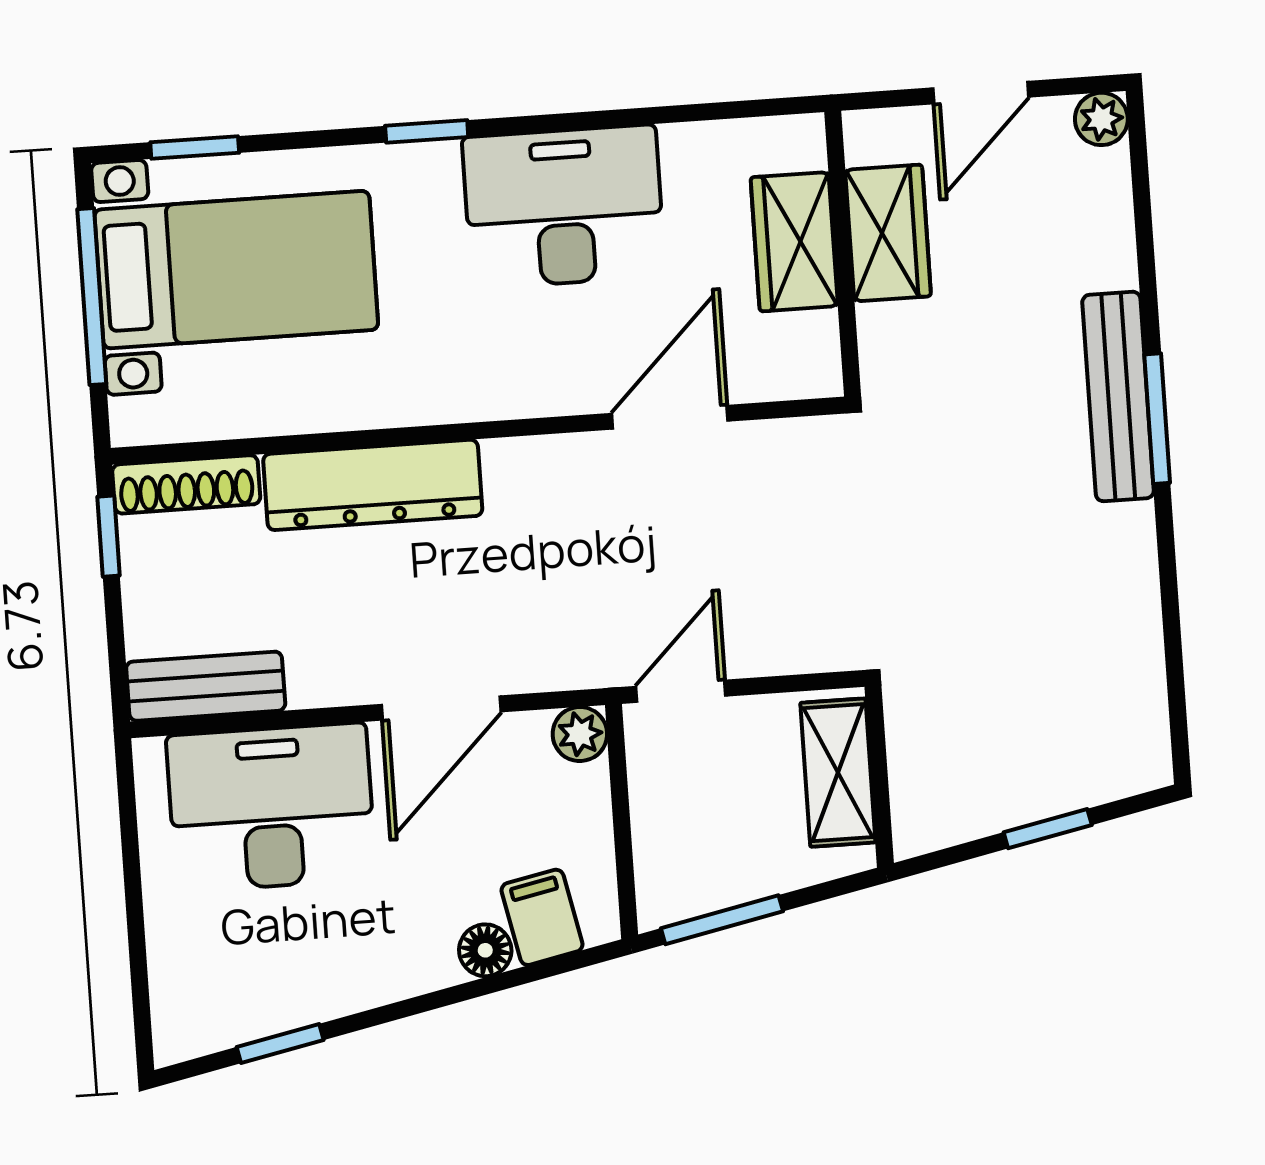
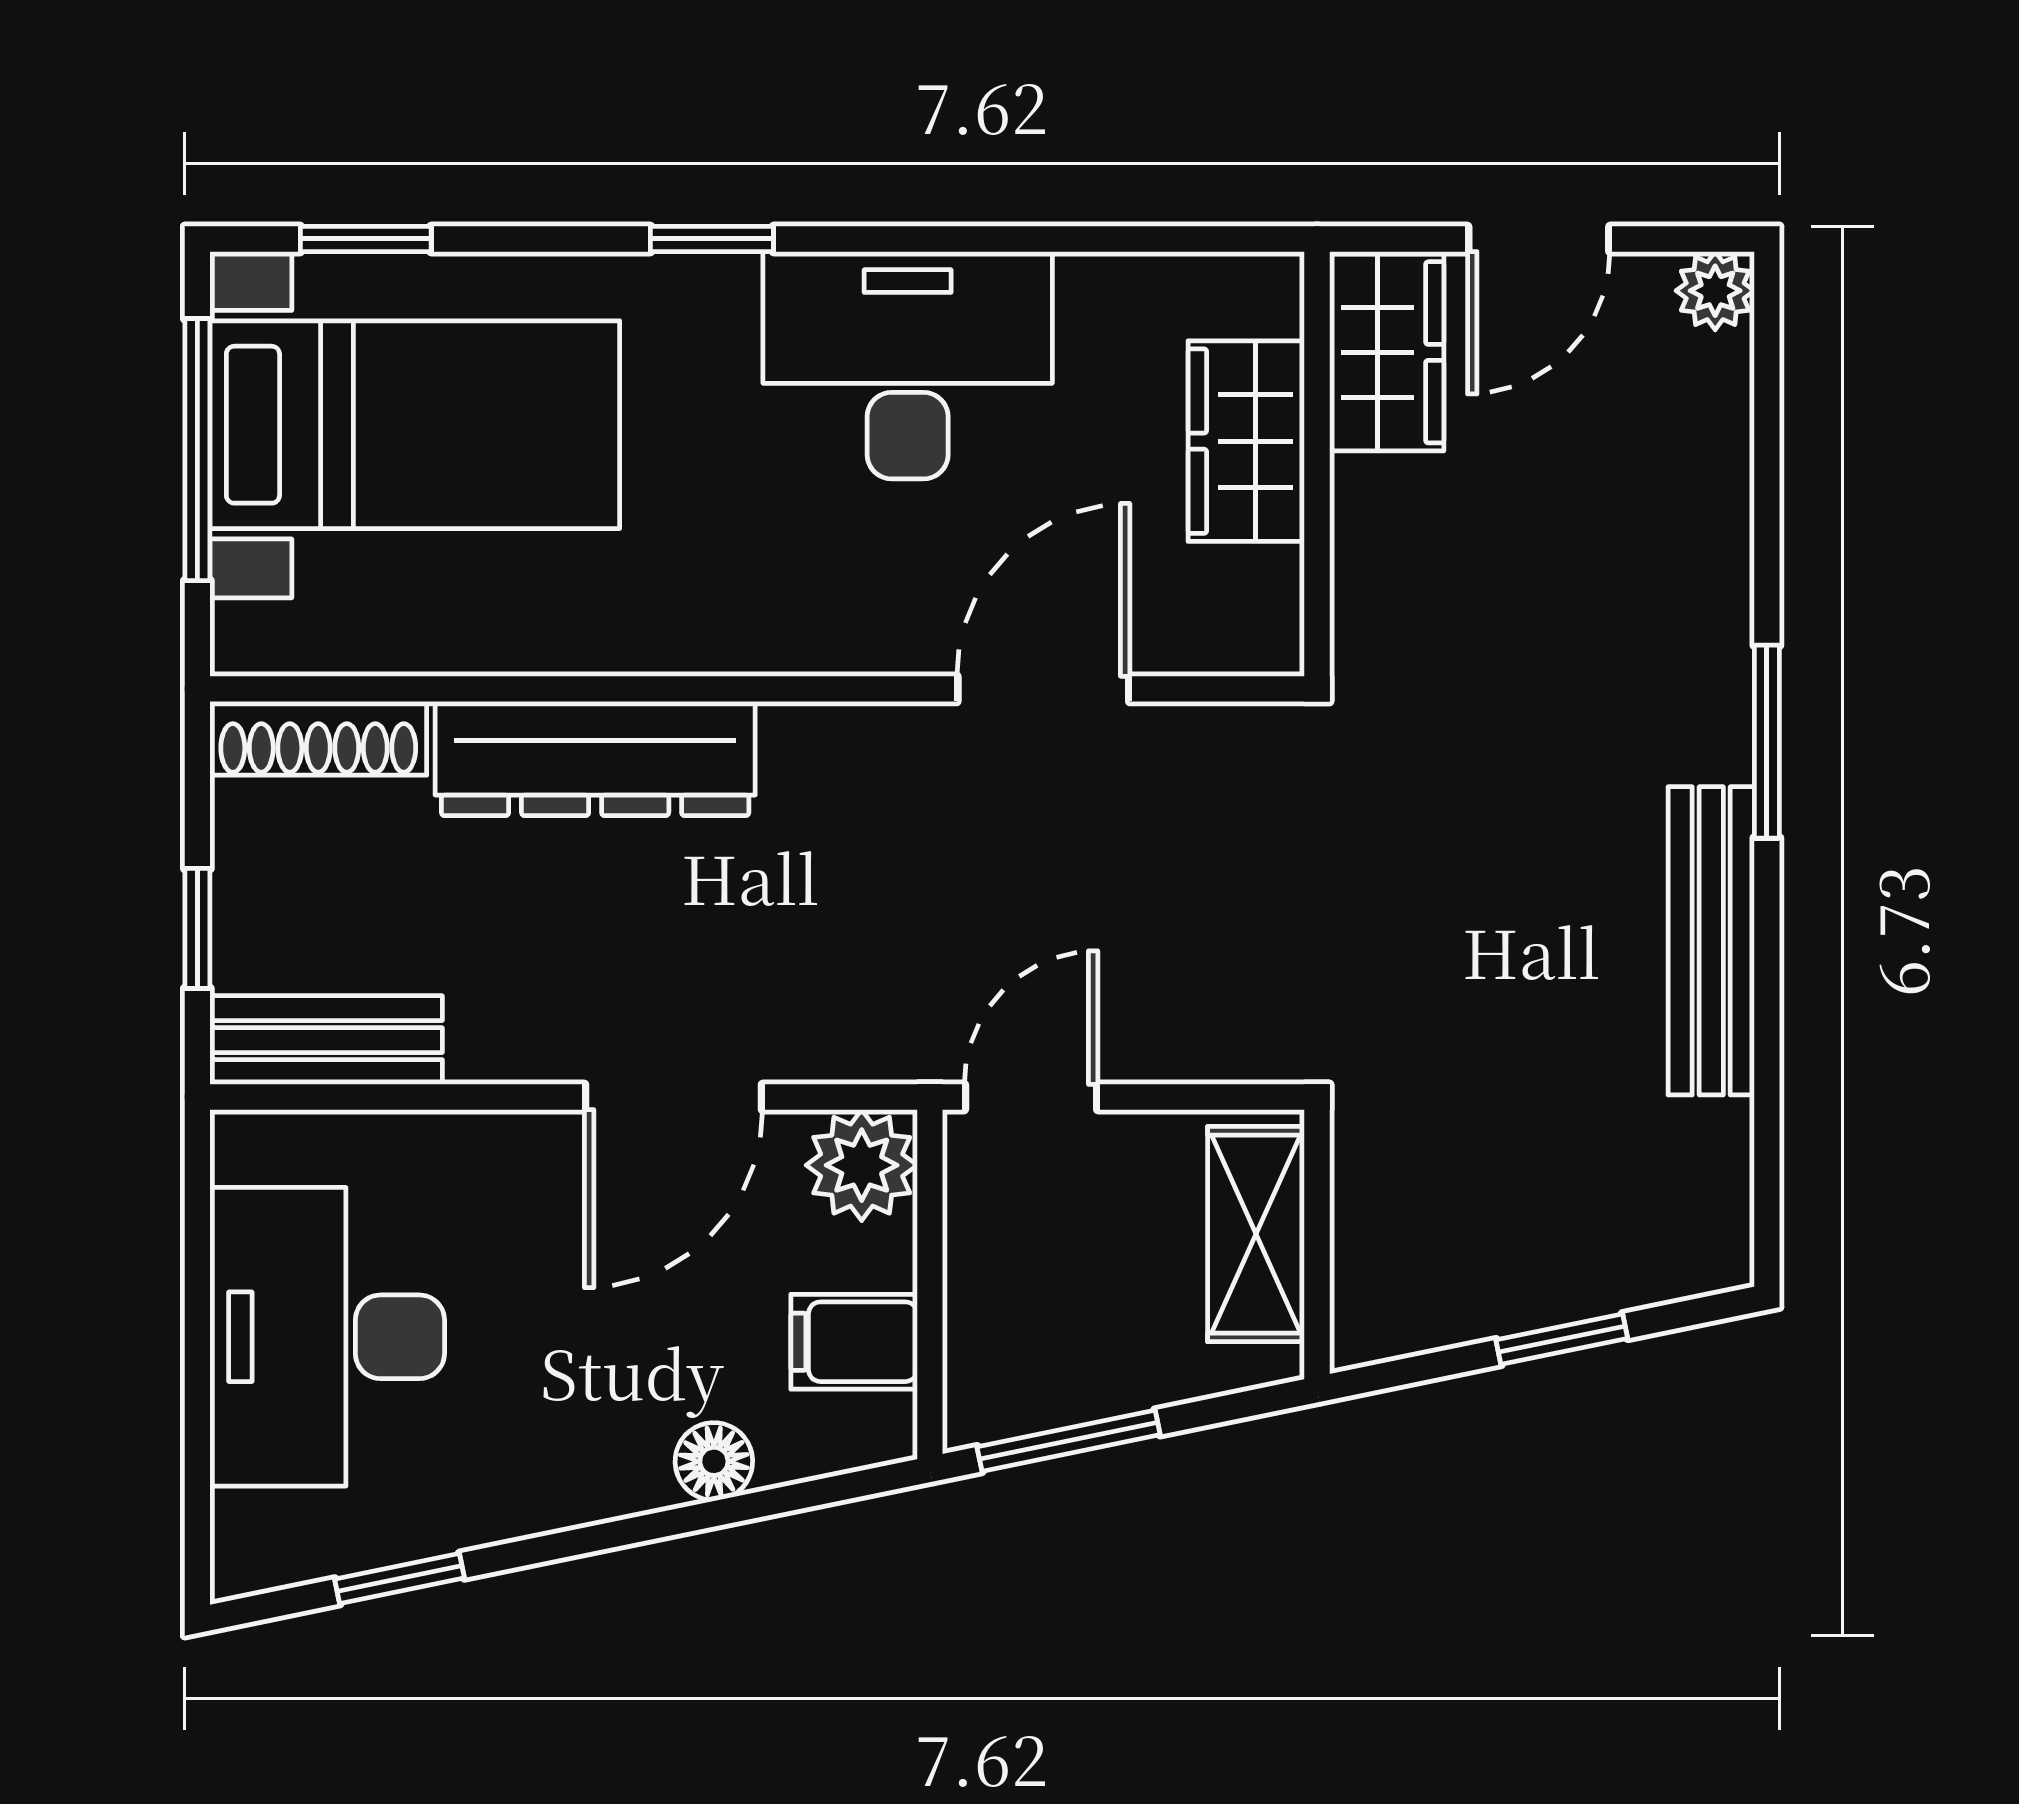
wardrobe: (888, 233) -> (1387, 352), moved
bench: (1118, 396) -> (1711, 941), moved
window: (108, 536) -> (197, 928), moved
plant: (580, 734) -> (862, 1165), width x1.38, depth x1.38
desk: (271, 807) -> (327, 1337), moved, turned -90
filing cabinet: (542, 917) -> (854, 1342), moved, turned -78

